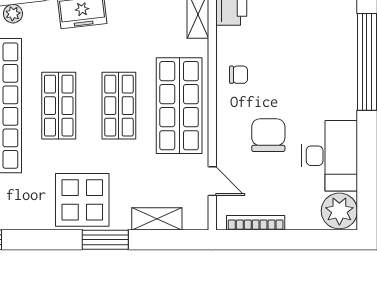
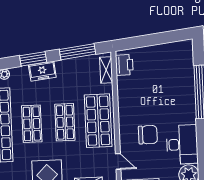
chair: (239, 75) -> (130, 102), removed
chair: (268, 135) -> (148, 135), turned 90

